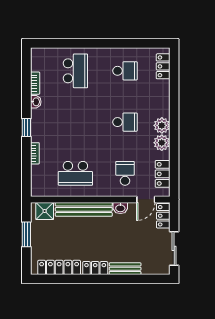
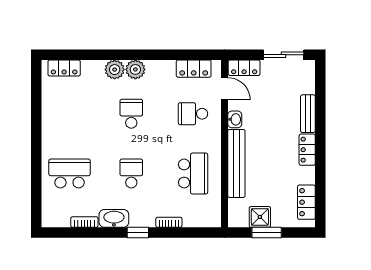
school desk: (125, 71) -> (131, 173), moved
washbasin: (36, 102) -> (114, 218), width x1.91, depth x1.45
plant: (162, 143) -> (115, 70), moved
shower: (45, 211) -> (260, 217), moved
locker: (59, 267) -> (306, 202), width x0.66

